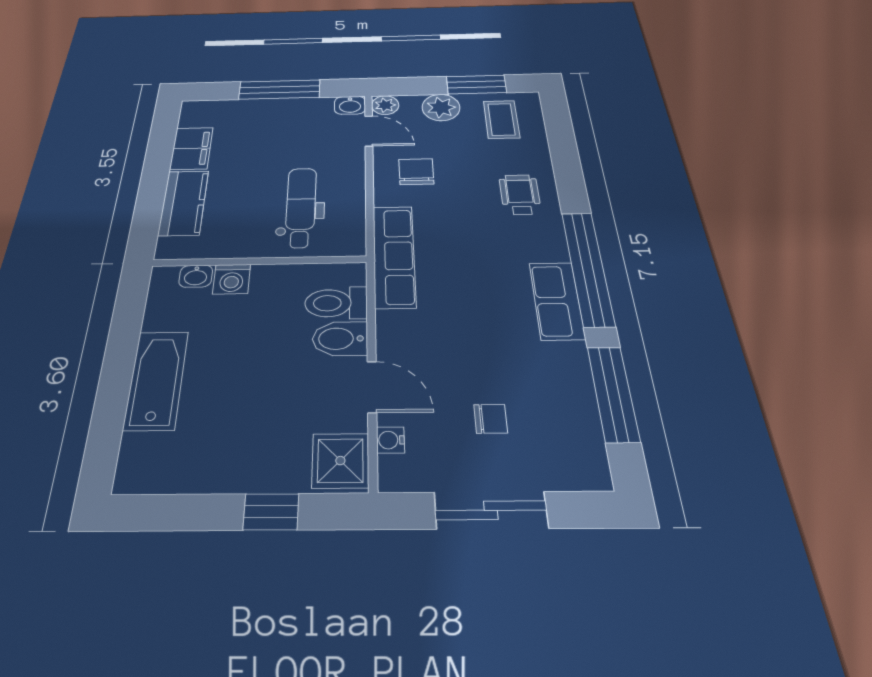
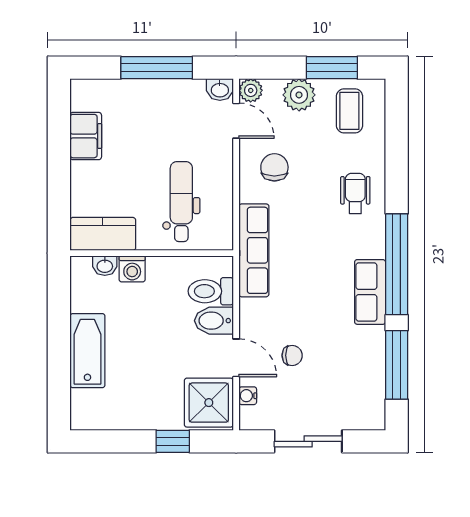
kitchen counter: (184, 203) -> (103, 234), moved, turned -90
chair: (491, 419) -> (292, 355), moved
shower: (340, 461) -> (209, 403), width x1.36, depth x1.36

